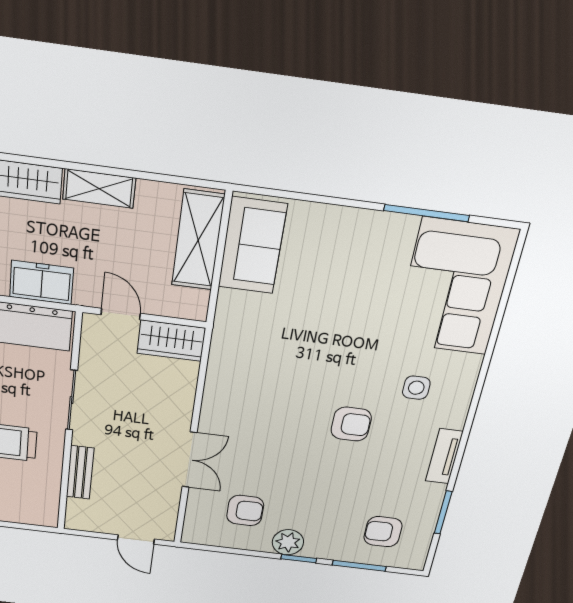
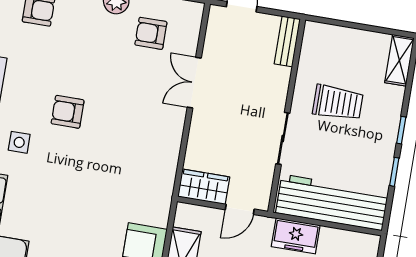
door: (121, 314) -> (240, 209), hinge flipped
bench: (80, 472) -> (287, 41), moved

